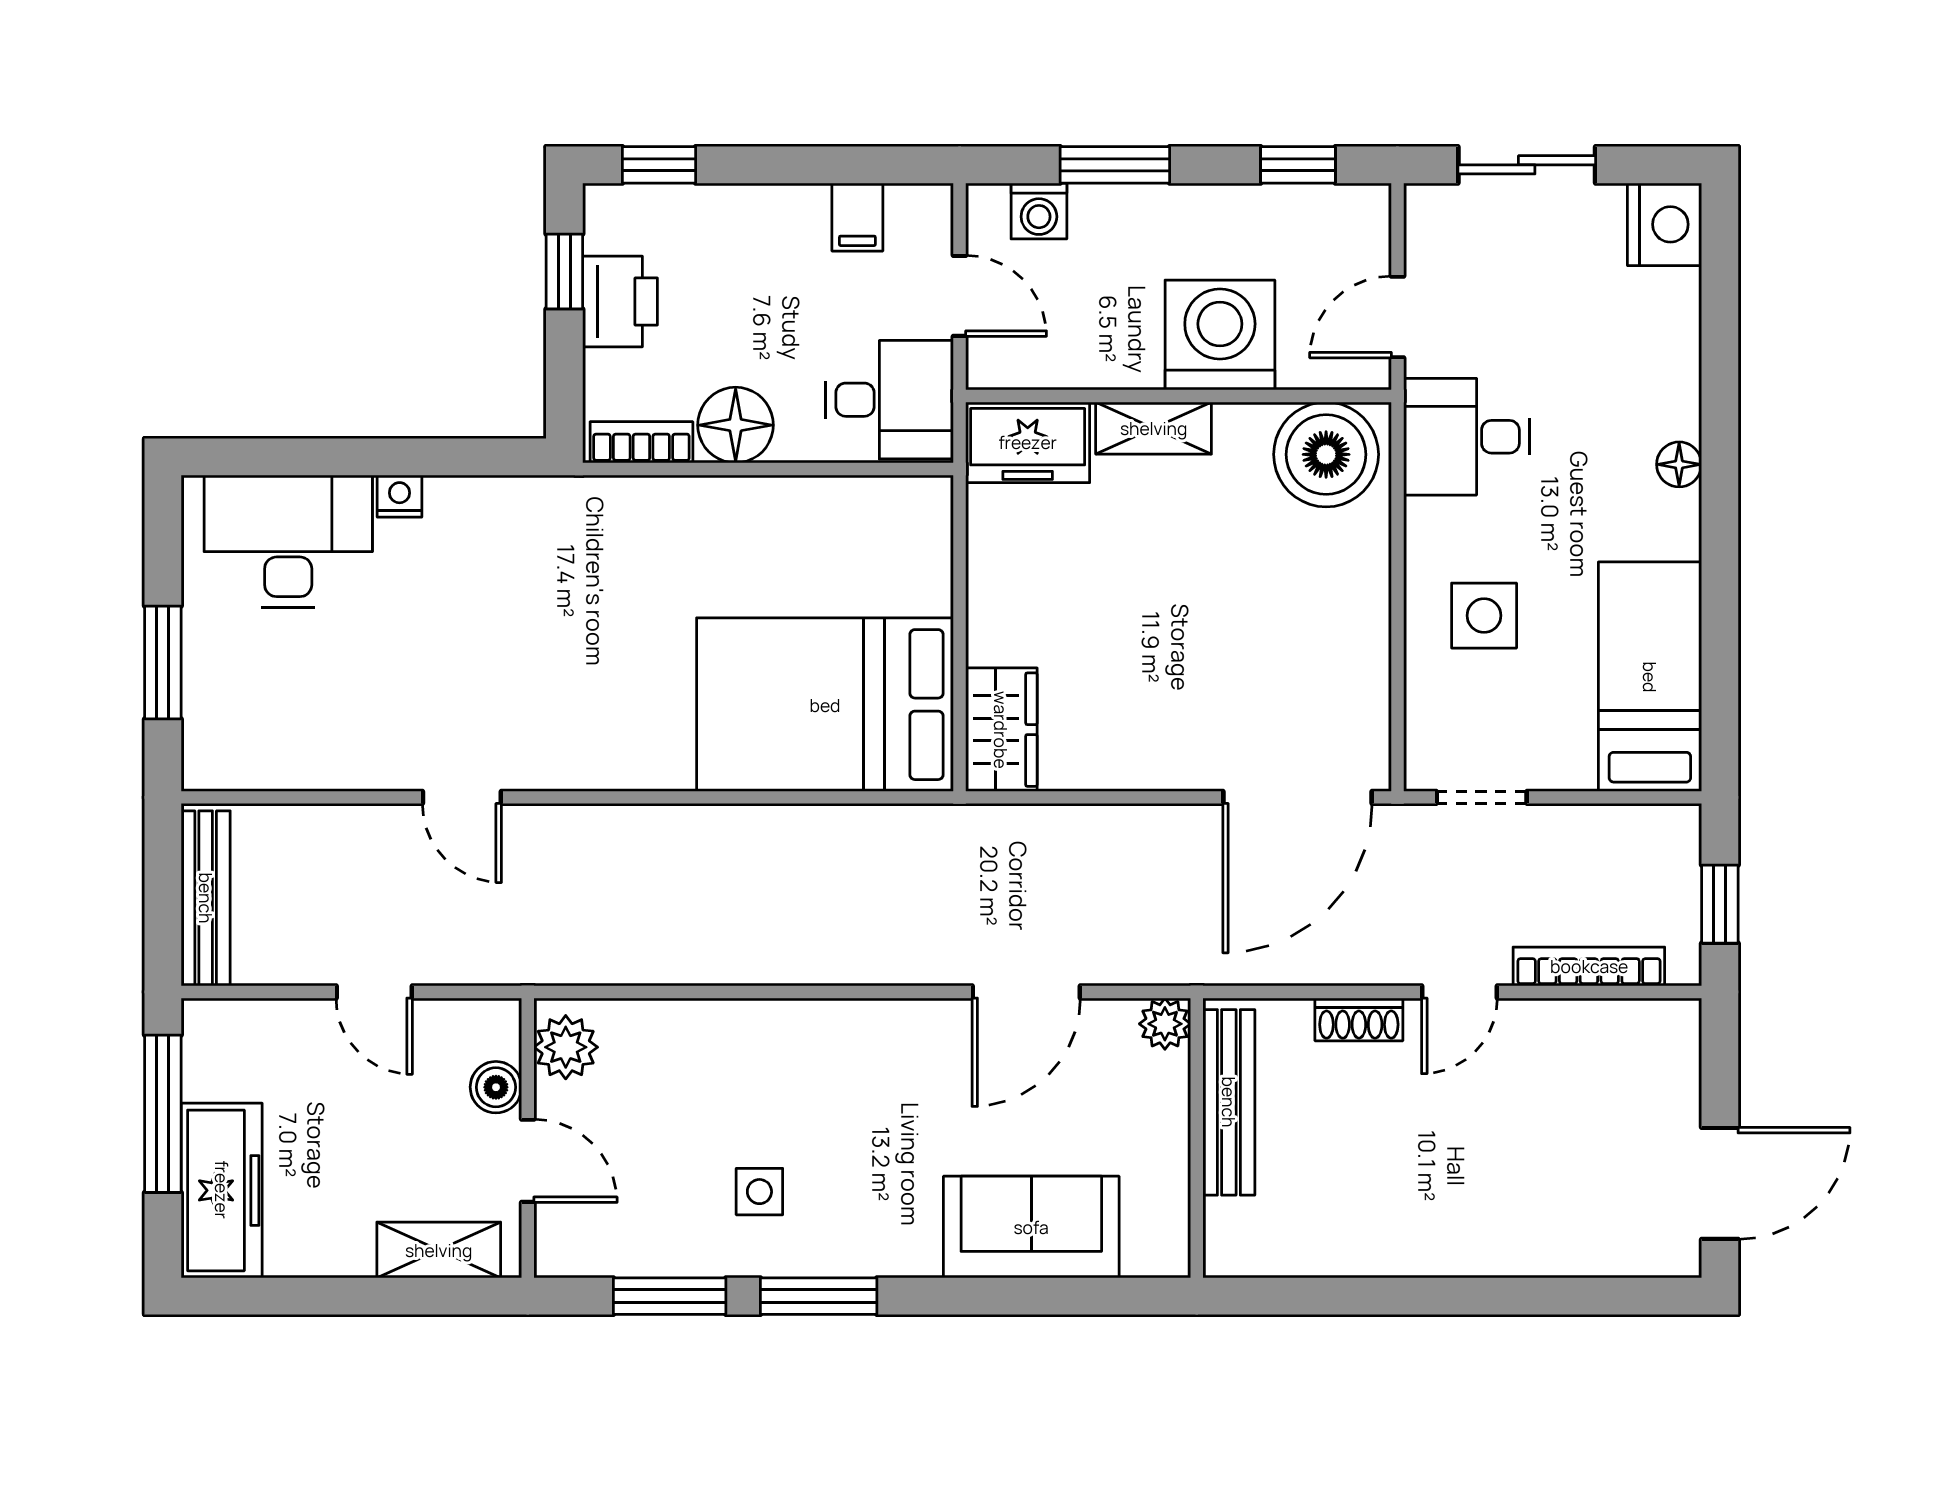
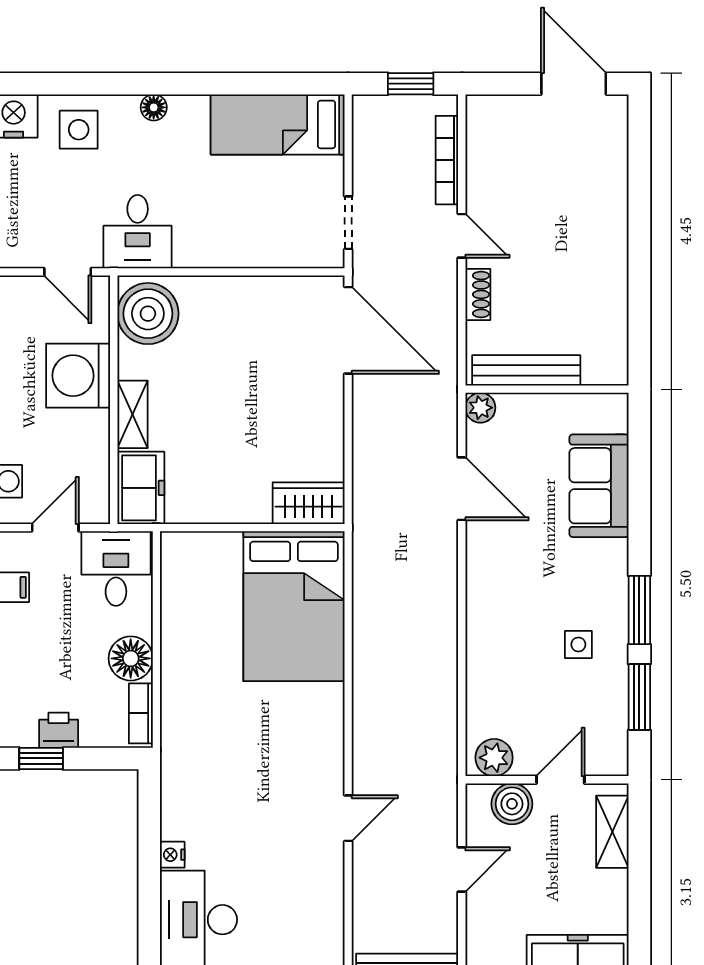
printer: (620, 302) -> (59, 730), width x0.73, depth x0.81
side table: (1484, 616) -> (79, 130), moved
boiler: (496, 1087) -> (512, 804), width x1.36, depth x1.36

